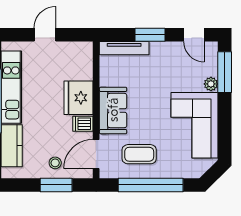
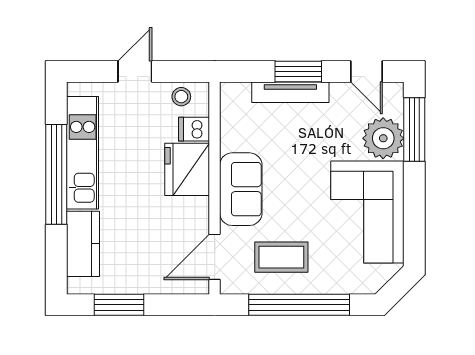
tv unit: (124, 48) -> (290, 92), moved
plant: (211, 84) -> (383, 138), width x1.87, depth x1.87
dishwasher: (83, 124) -> (194, 129), moved
stool: (55, 163) -> (181, 97), moved
window: (56, 185) -> (119, 305), moved

